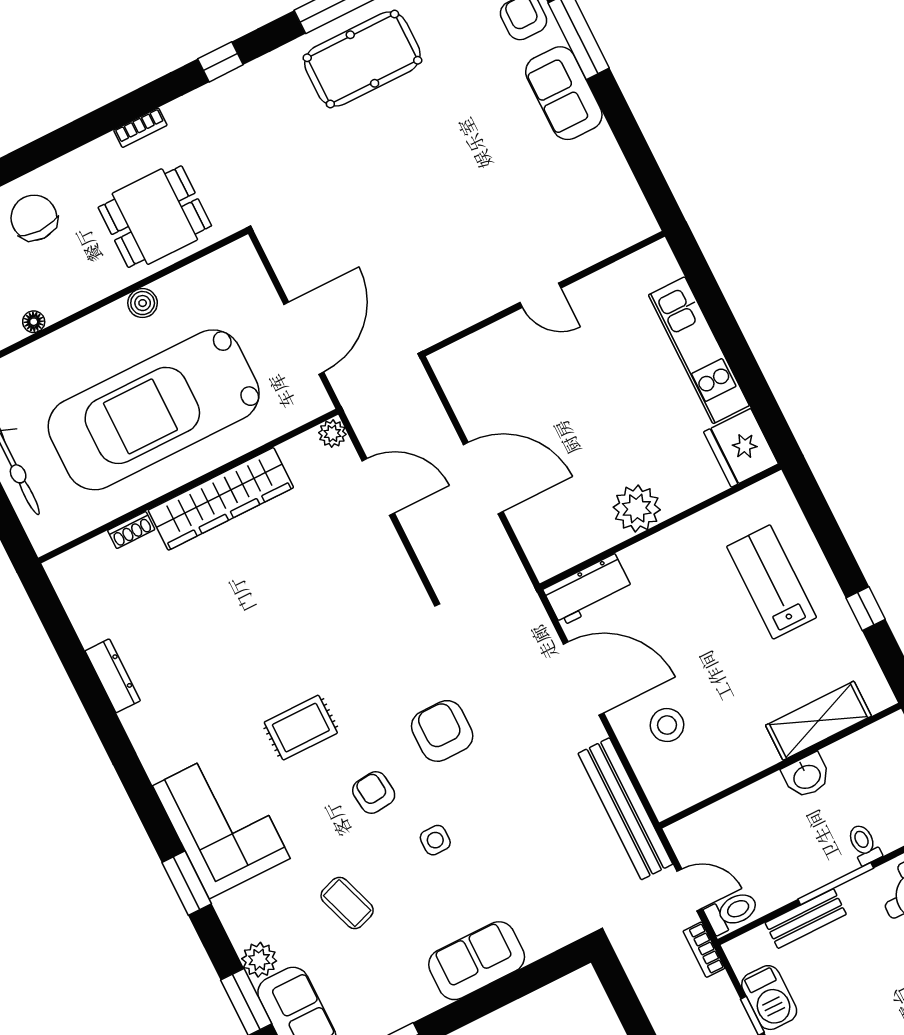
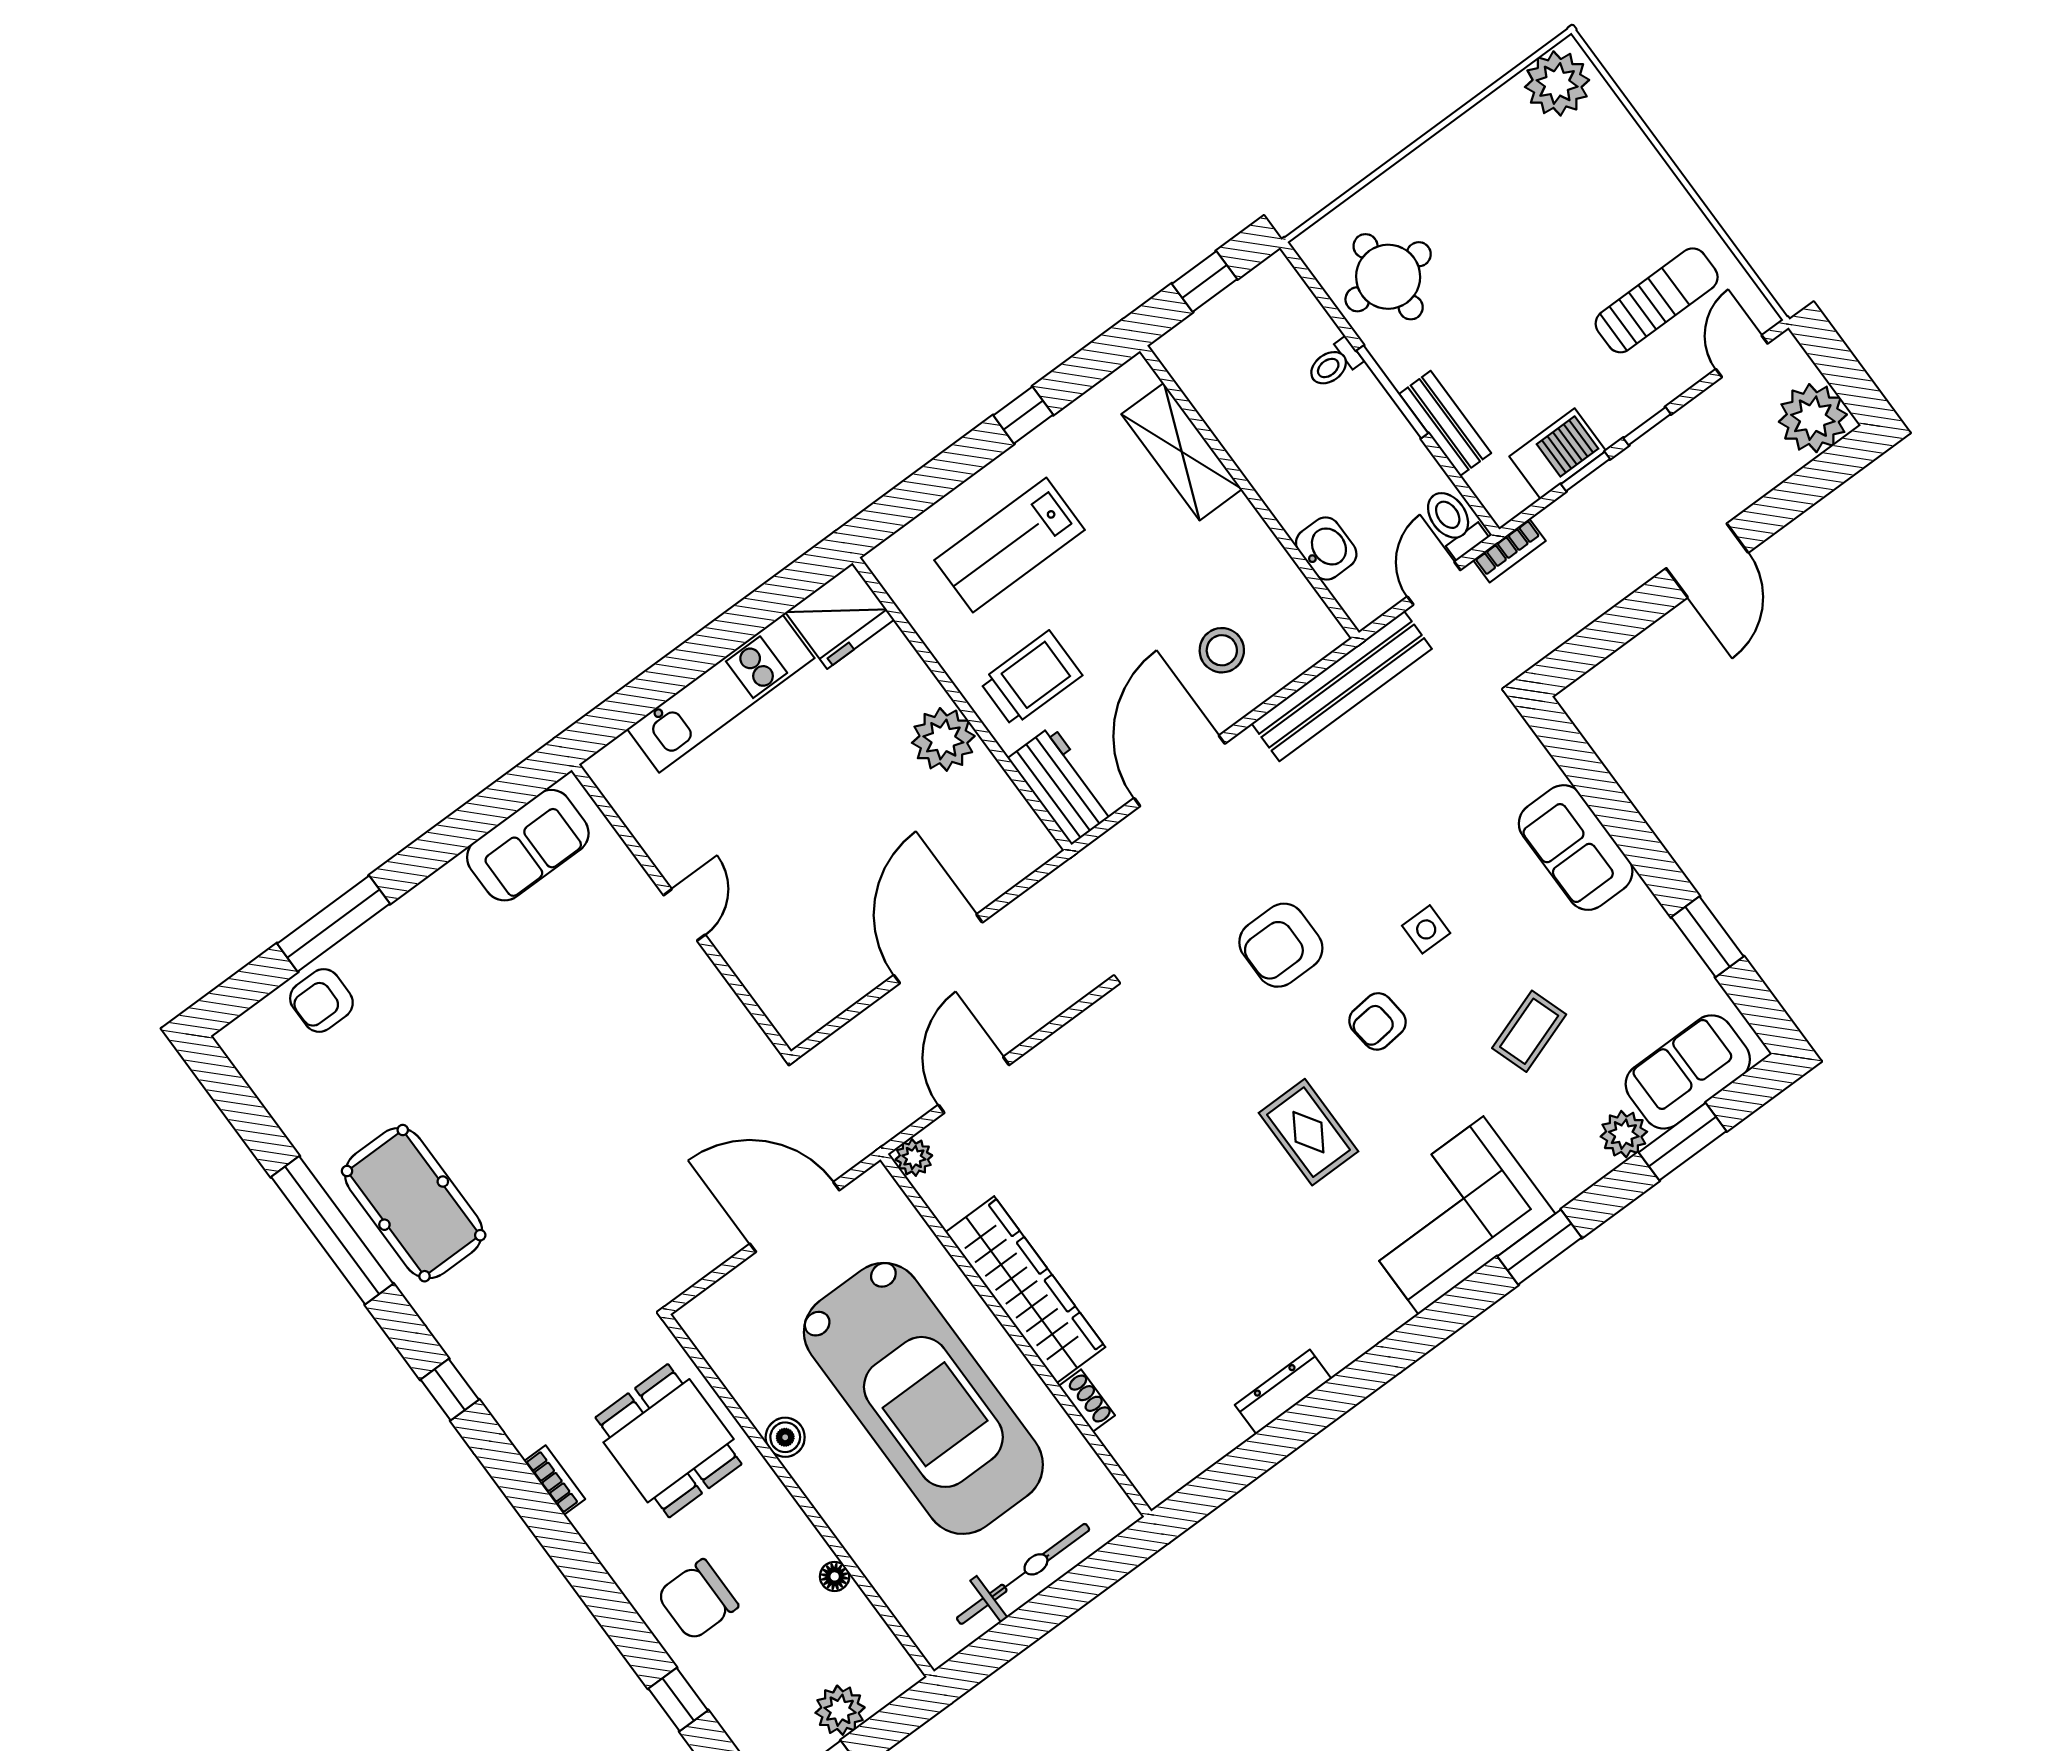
sofa: (564, 93) -> (528, 845), moved
trolley: (671, 581) -> (1031, 678), added
washbasin: (807, 776) -> (1326, 548), moved

